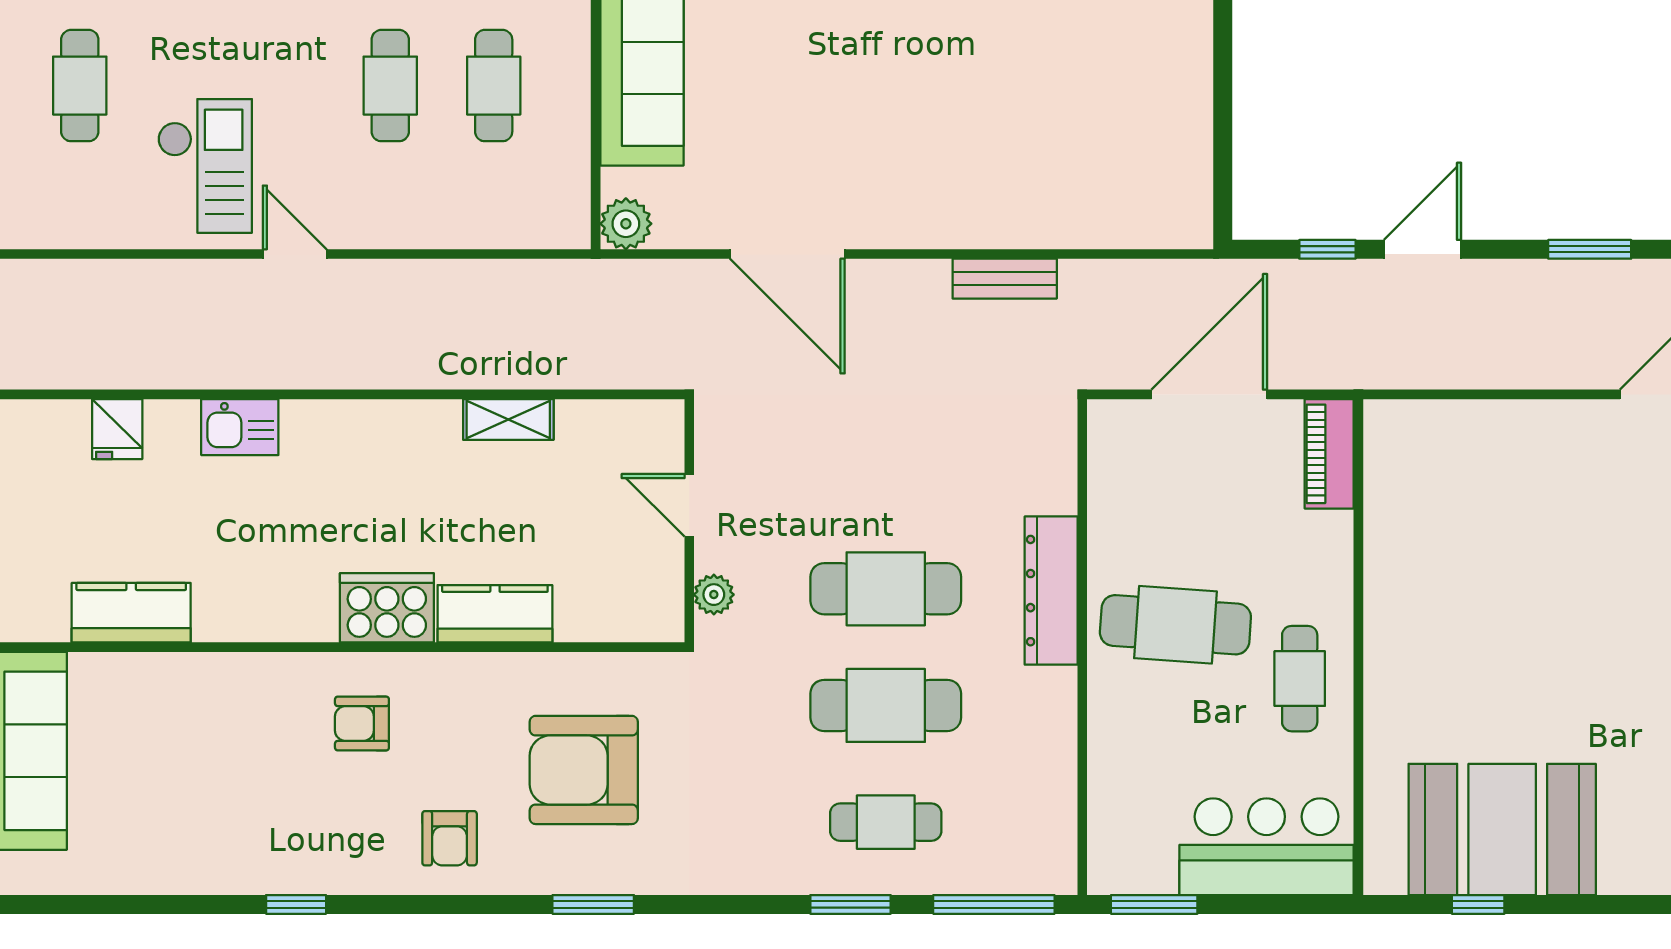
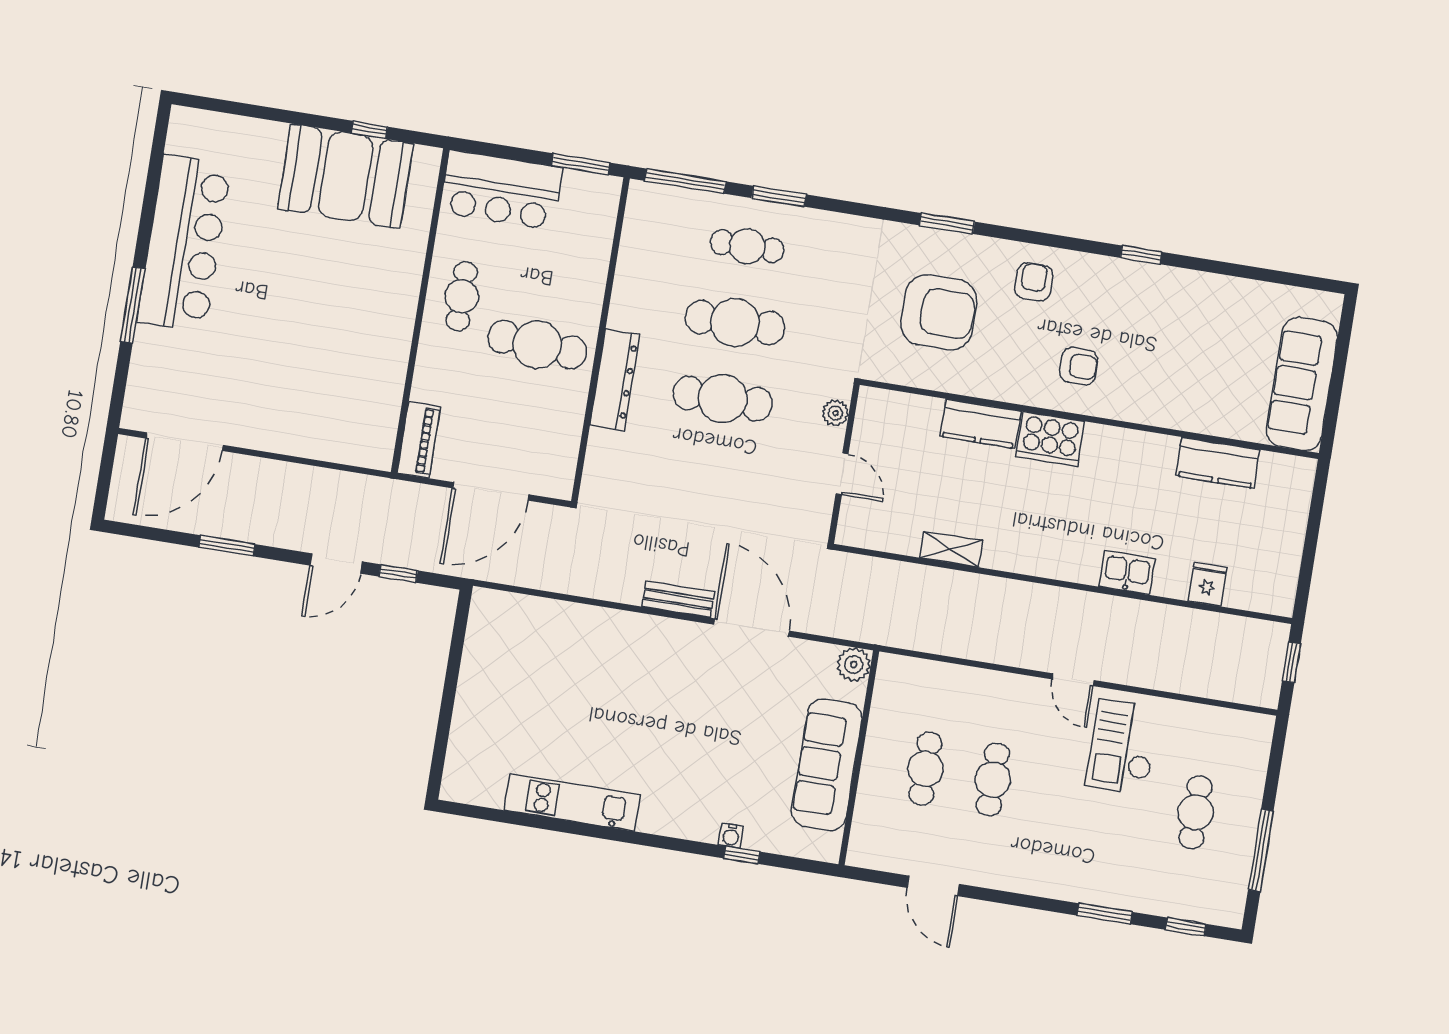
bench: (1005, 279) -> (678, 599), moved

